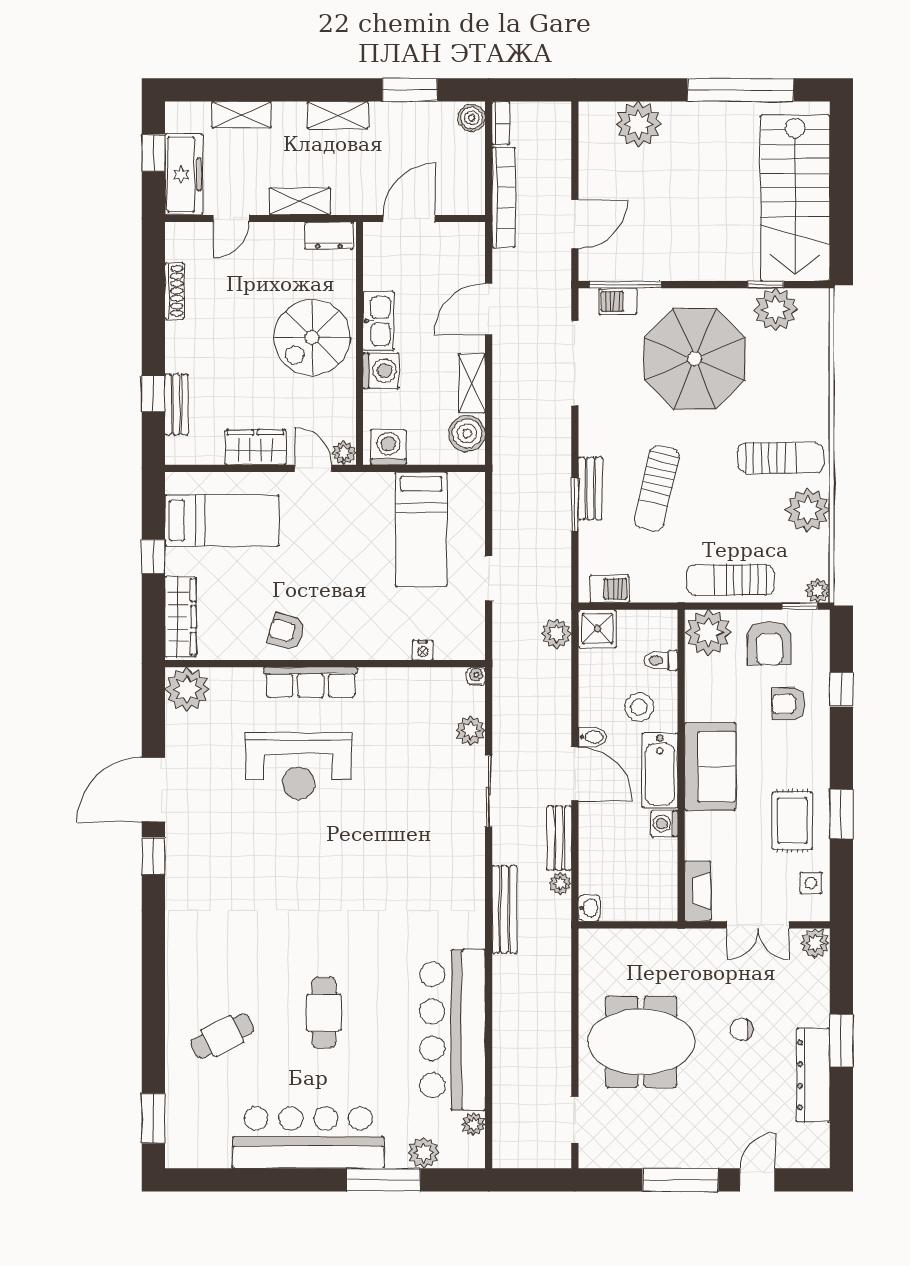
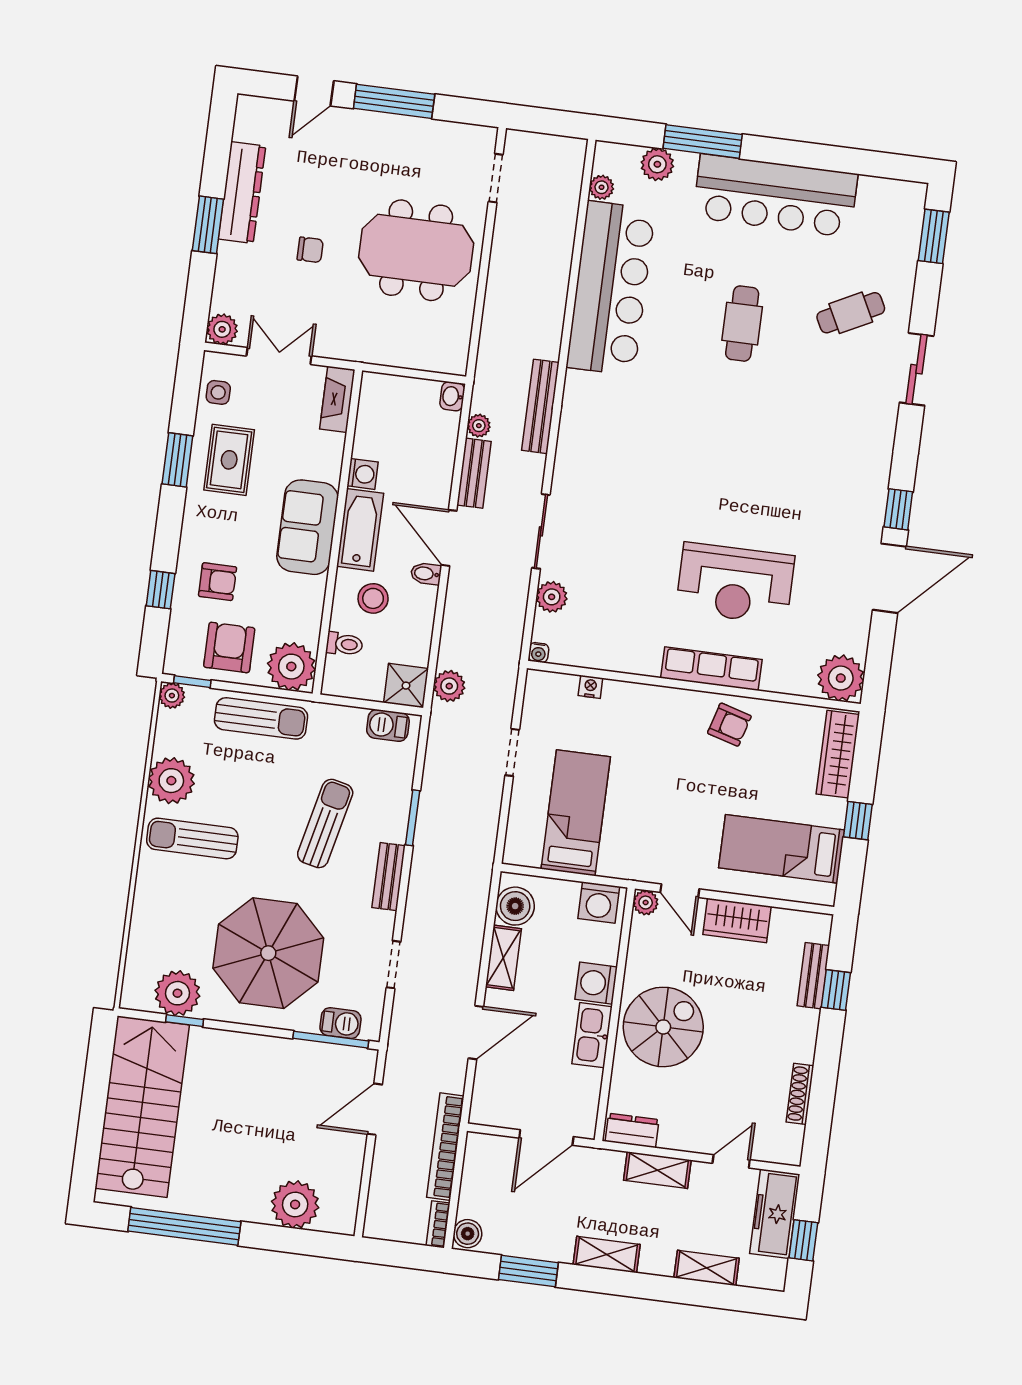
doorway: (575, 363) -> (394, 965), width x0.53
bench: (590, 488) -> (389, 877), moved
reception desk: (299, 766) -> (735, 583), turned 180
sliding door: (153, 991) -> (917, 369), added

